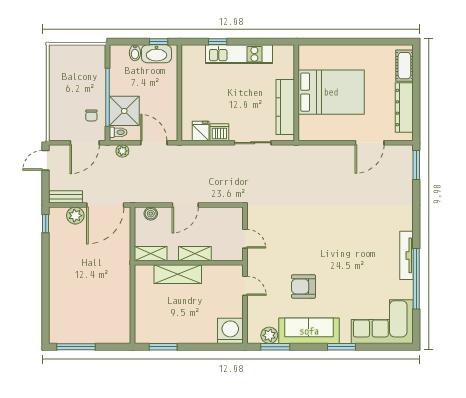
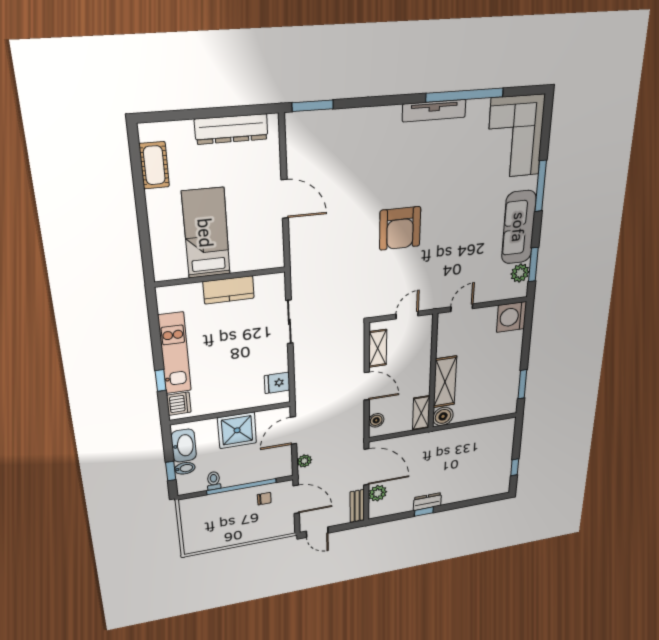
window: (159, 42) -> (171, 471), moved
cot: (404, 66) -> (154, 165), moved, turned 90
bed: (331, 92) -> (206, 233), width x0.67
kitchen counter: (285, 107) -> (229, 290), width x0.67
shower: (124, 111) -> (237, 430), moved
toilet: (118, 132) -> (214, 481), moved
dishwasher: (219, 132) -> (179, 404), moved, turned 180
door: (370, 143) -> (285, 199), moved
window: (46, 224) -> (424, 512), moved
shelving: (195, 254) -> (378, 348), moved
dresser: (56, 263) -> (427, 502), added
boiler: (144, 274) -> (443, 416), added
armchair: (303, 286) -> (400, 228), moved, width x1.36, depth x1.36
window: (76, 347) -> (515, 467), width x0.46
window: (341, 347) -> (541, 186), width x1.44

